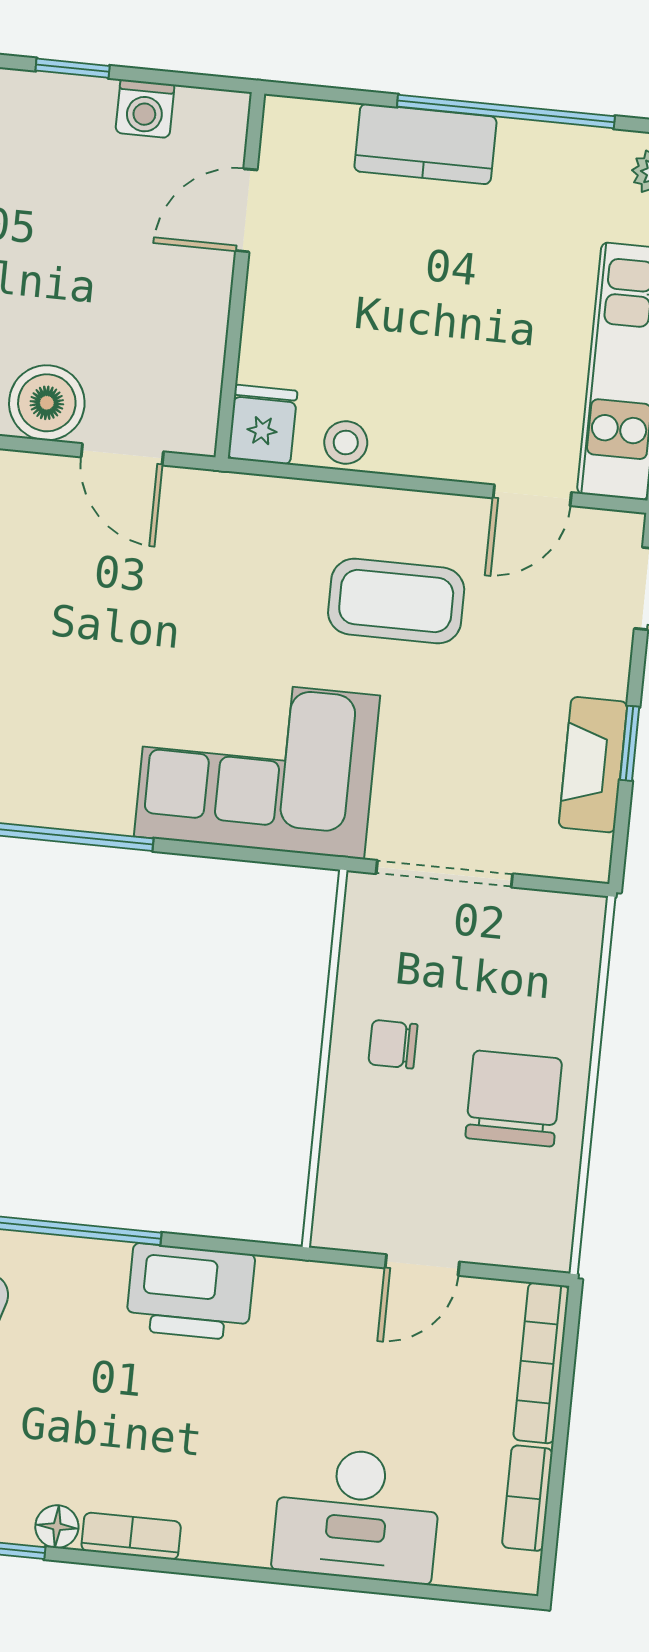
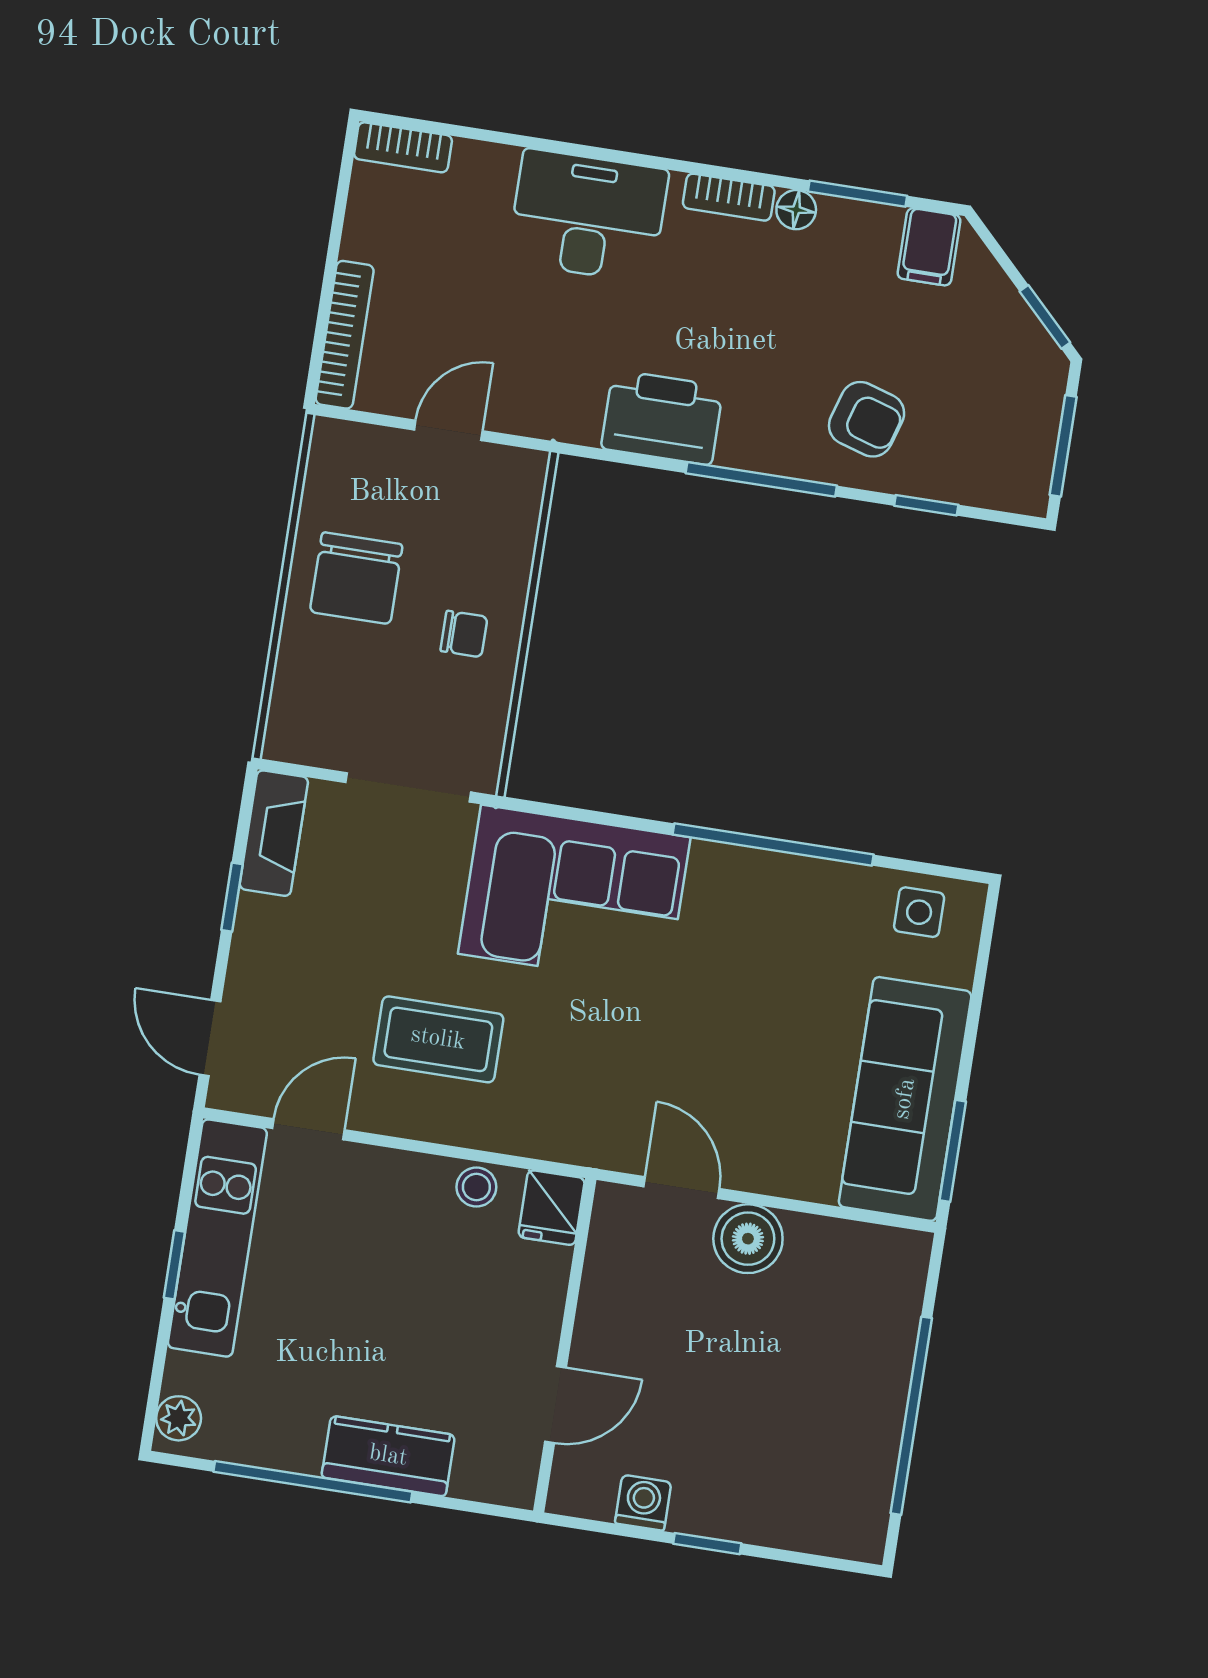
fireplace: (593, 765) -> (274, 833), moved
bookcase: (527, 1498) -> (403, 147), moved, turned 90
desk: (357, 1515) -> (588, 216), moved

